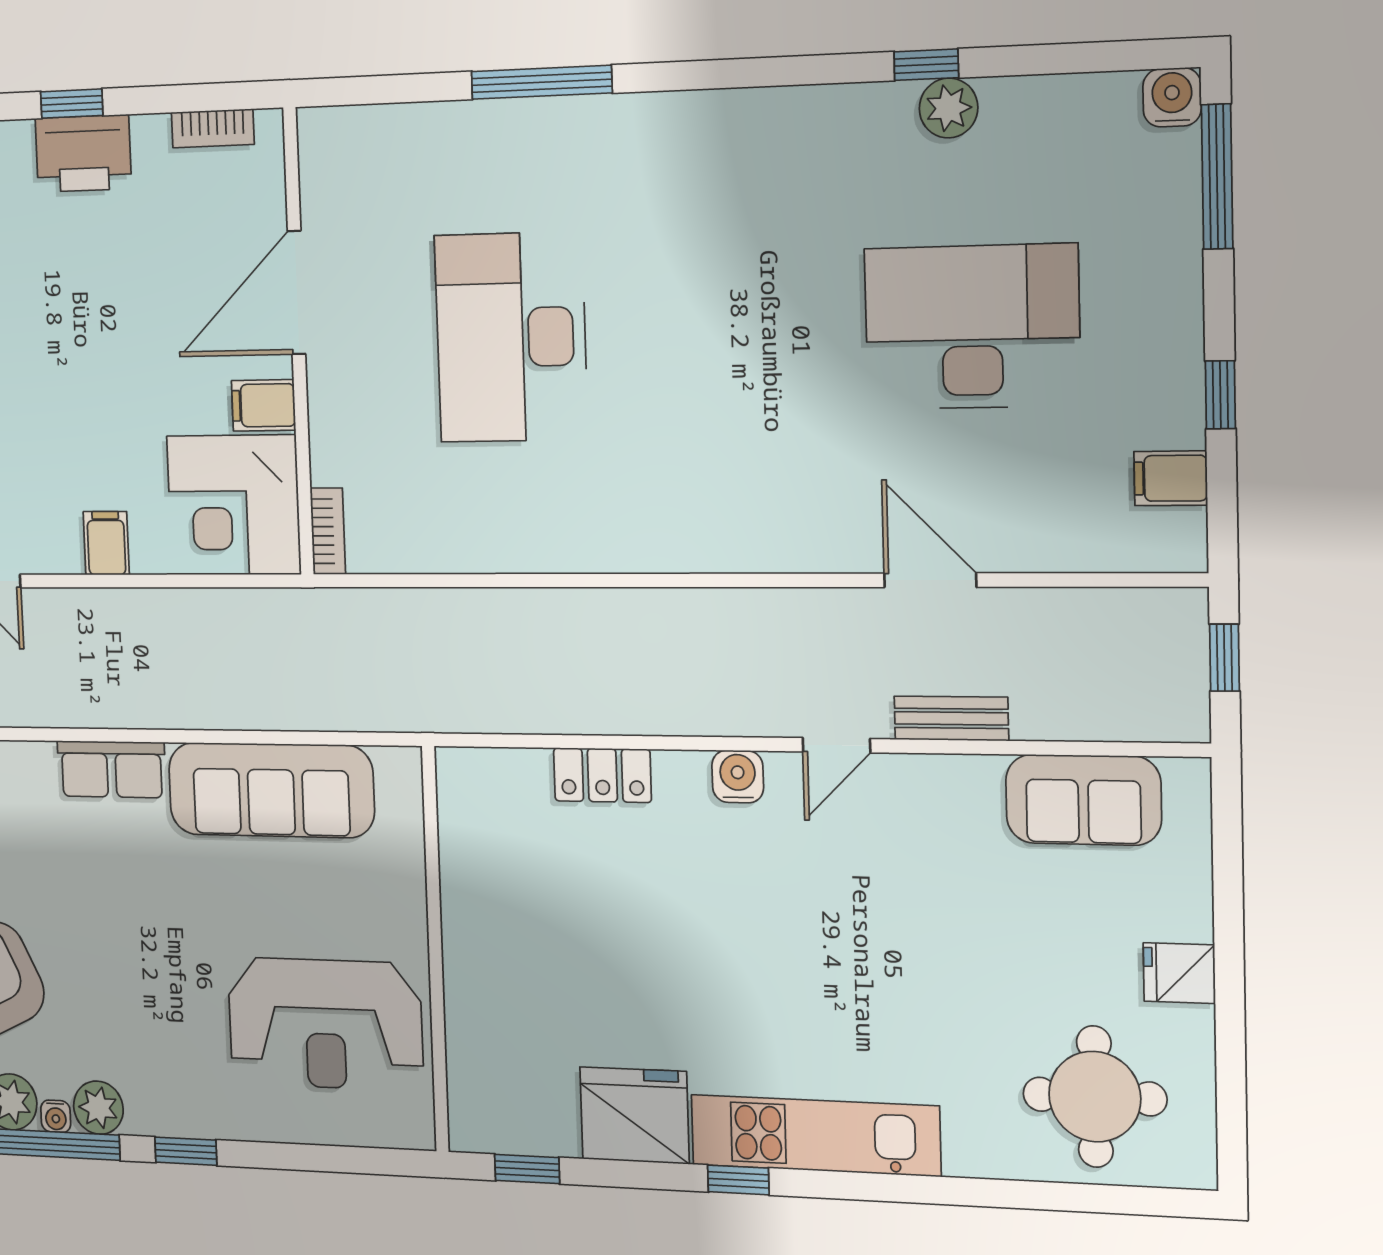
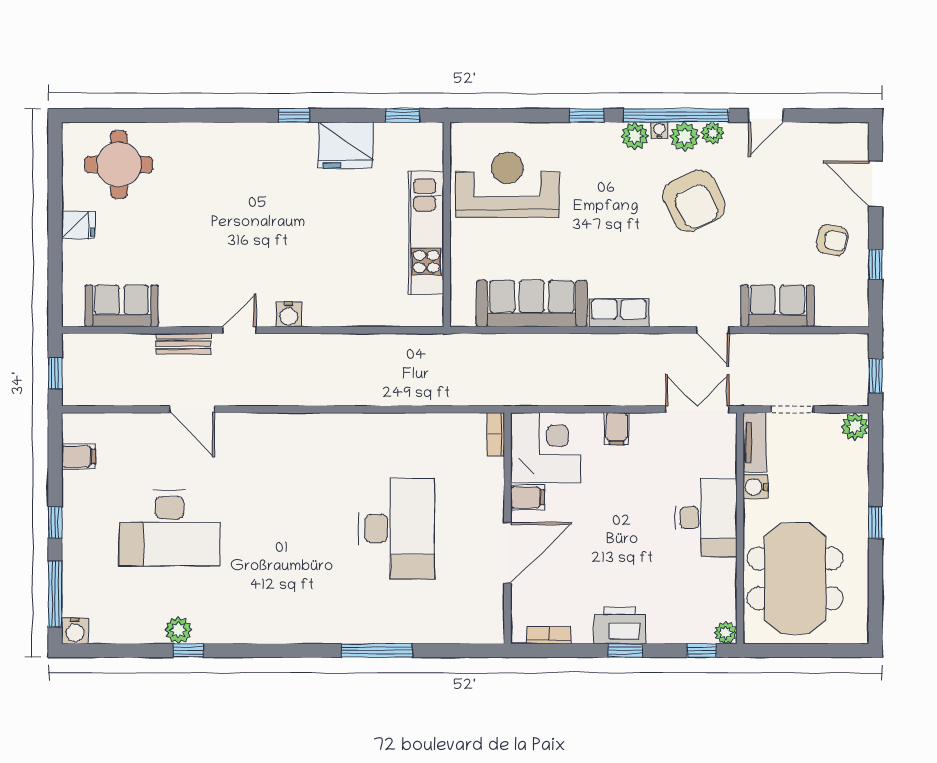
window: (1220, 395) -> (55, 522), moved
locker: (602, 775) -> (357, 314), removed
kitchen unit: (815, 1135) -> (426, 233), moved, turned 90

